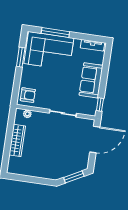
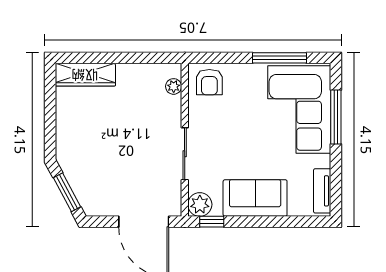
window: (21, 57) -> (280, 58), width x1.44
plant: (90, 109) -> (200, 204), added
wardrobe: (17, 140) -> (85, 75), moved

